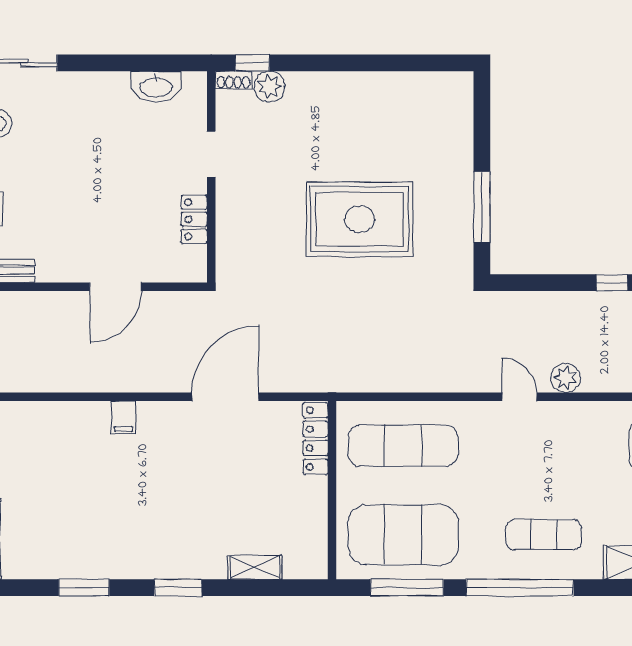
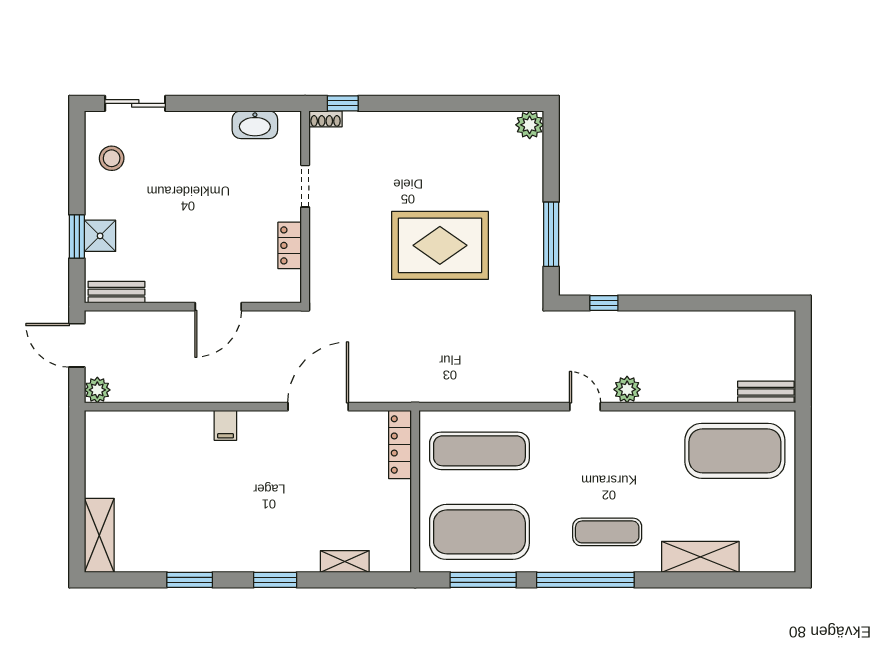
plant: (269, 87) -> (530, 125), moved
window: (612, 283) -> (604, 303), moved

